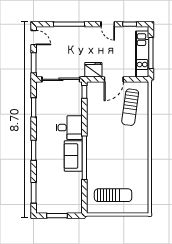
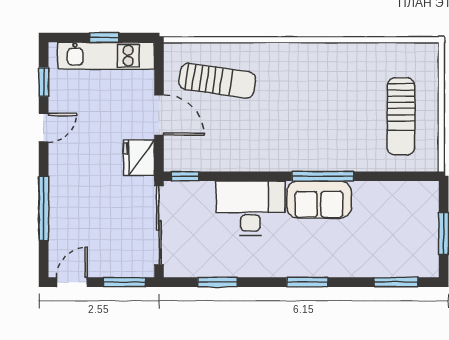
window: (151, 53) -> (104, 37), width x0.46
desk: (69, 128) -> (250, 208), width x1.37
window: (84, 158) -> (323, 176), width x0.68
sun lounger: (113, 195) -> (401, 116), turned 180

